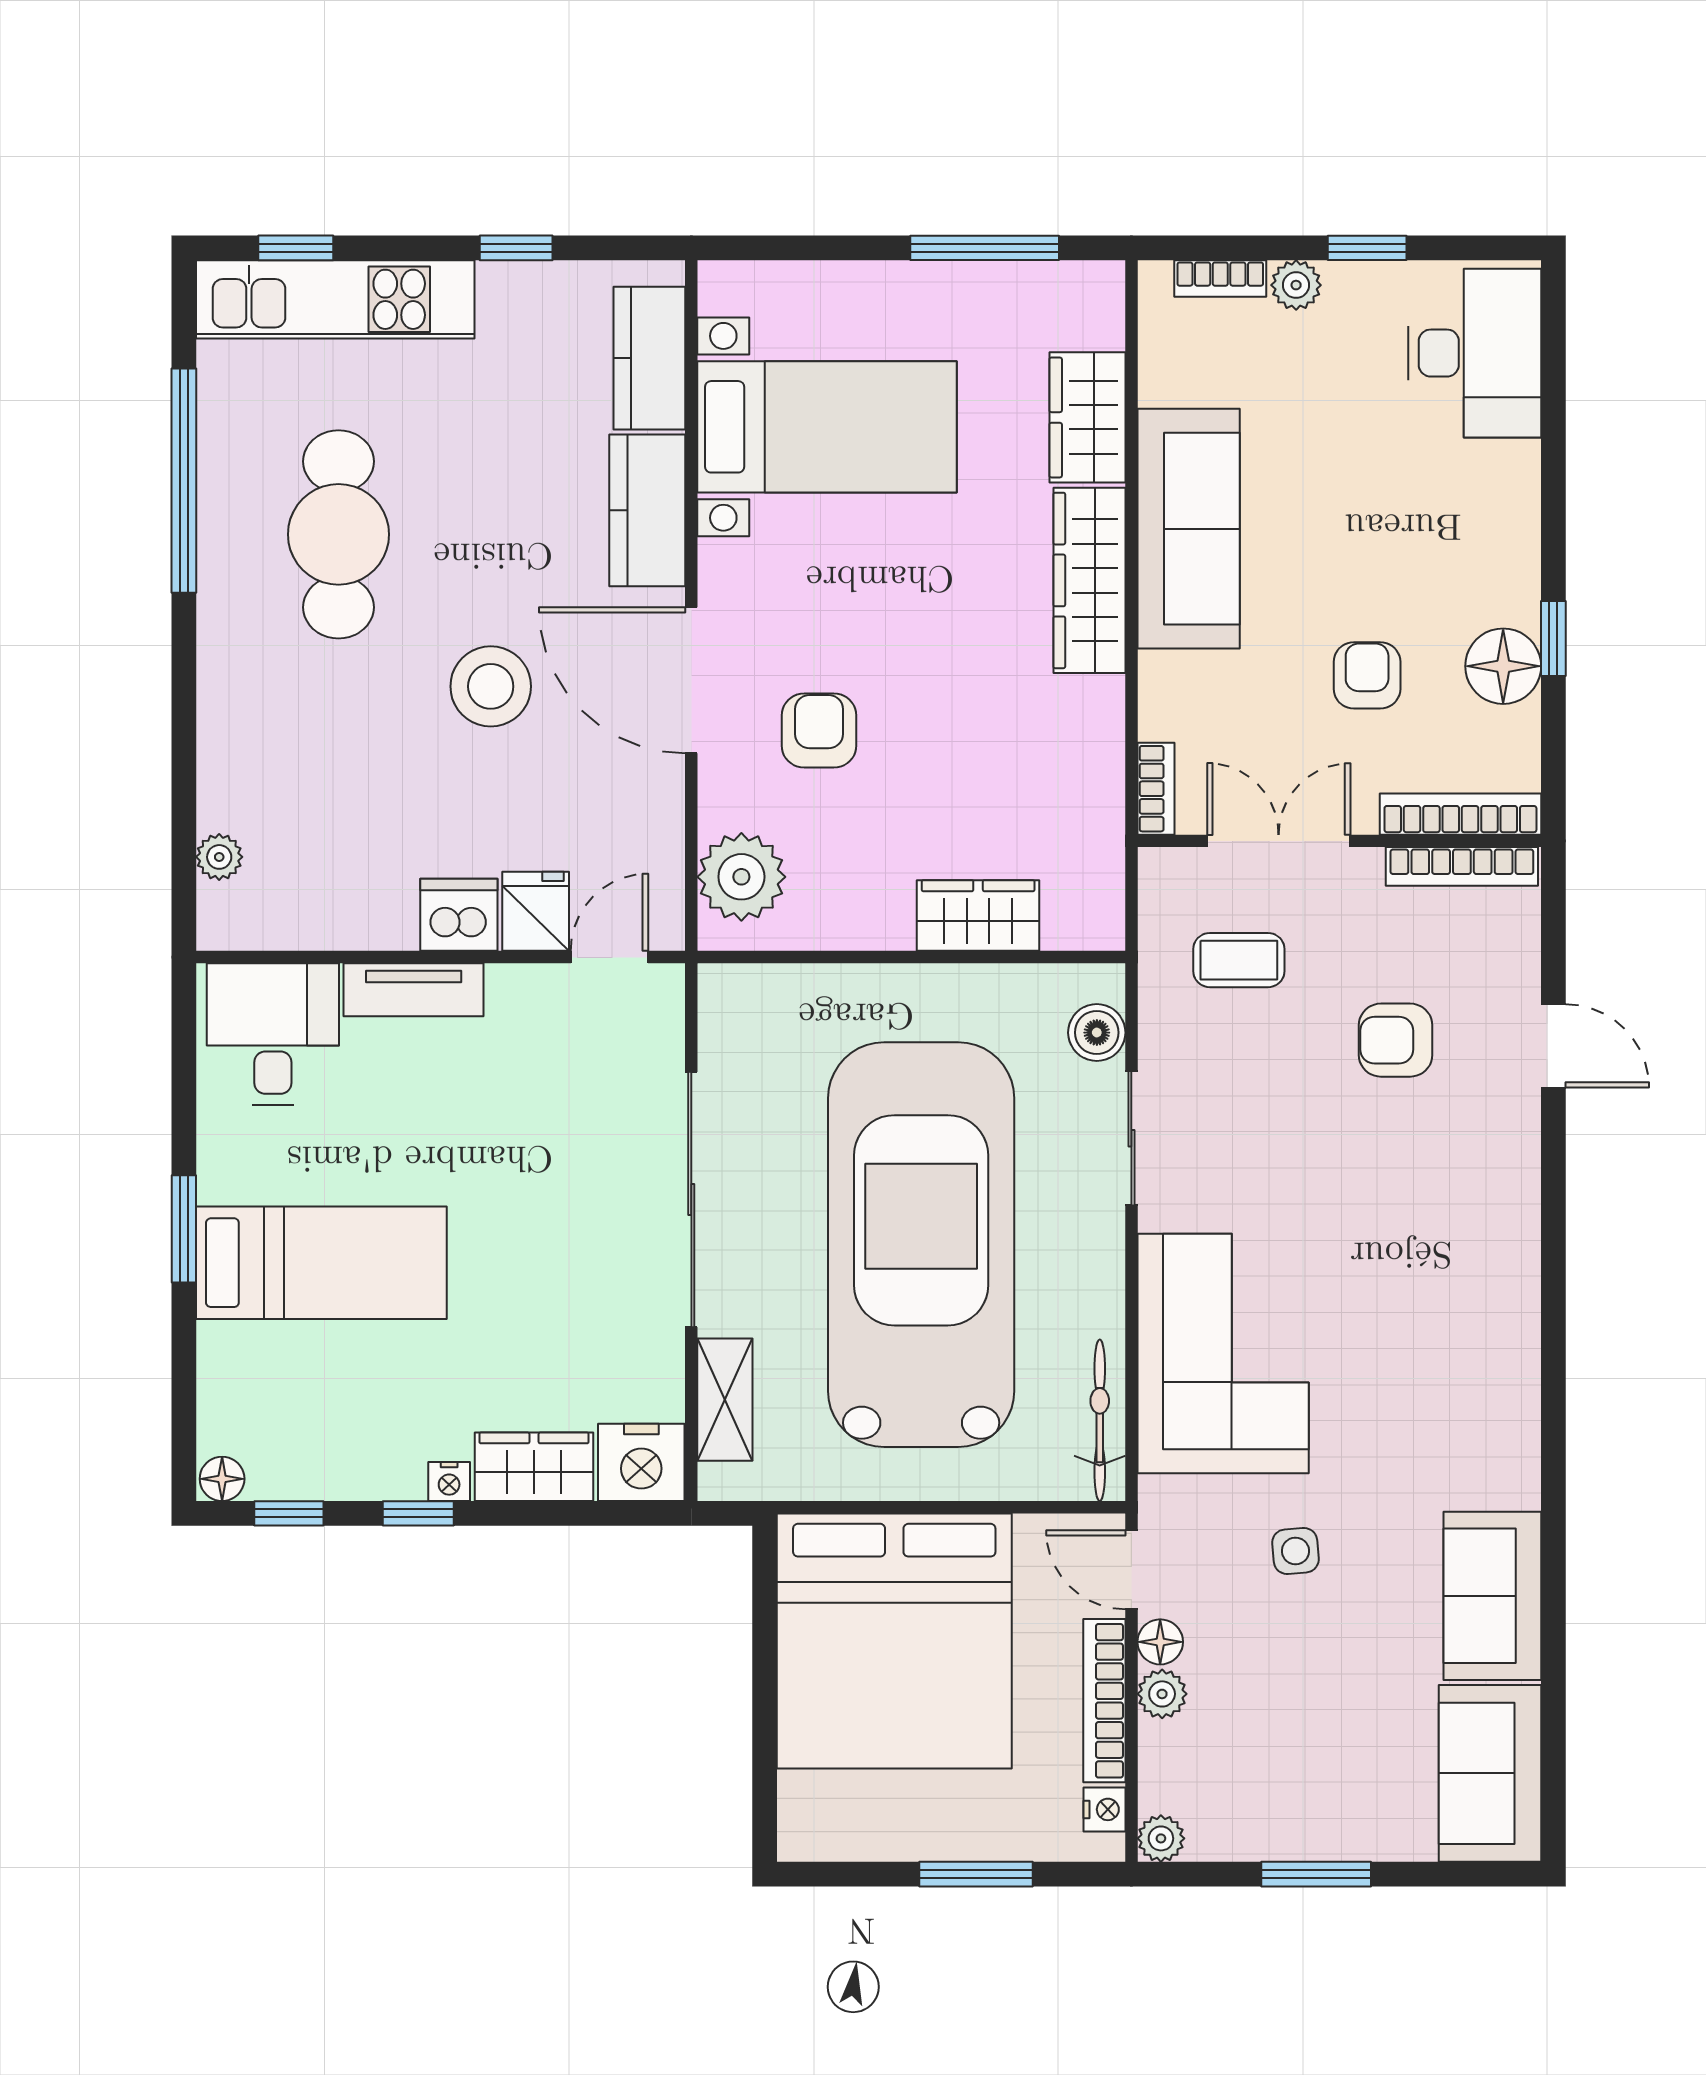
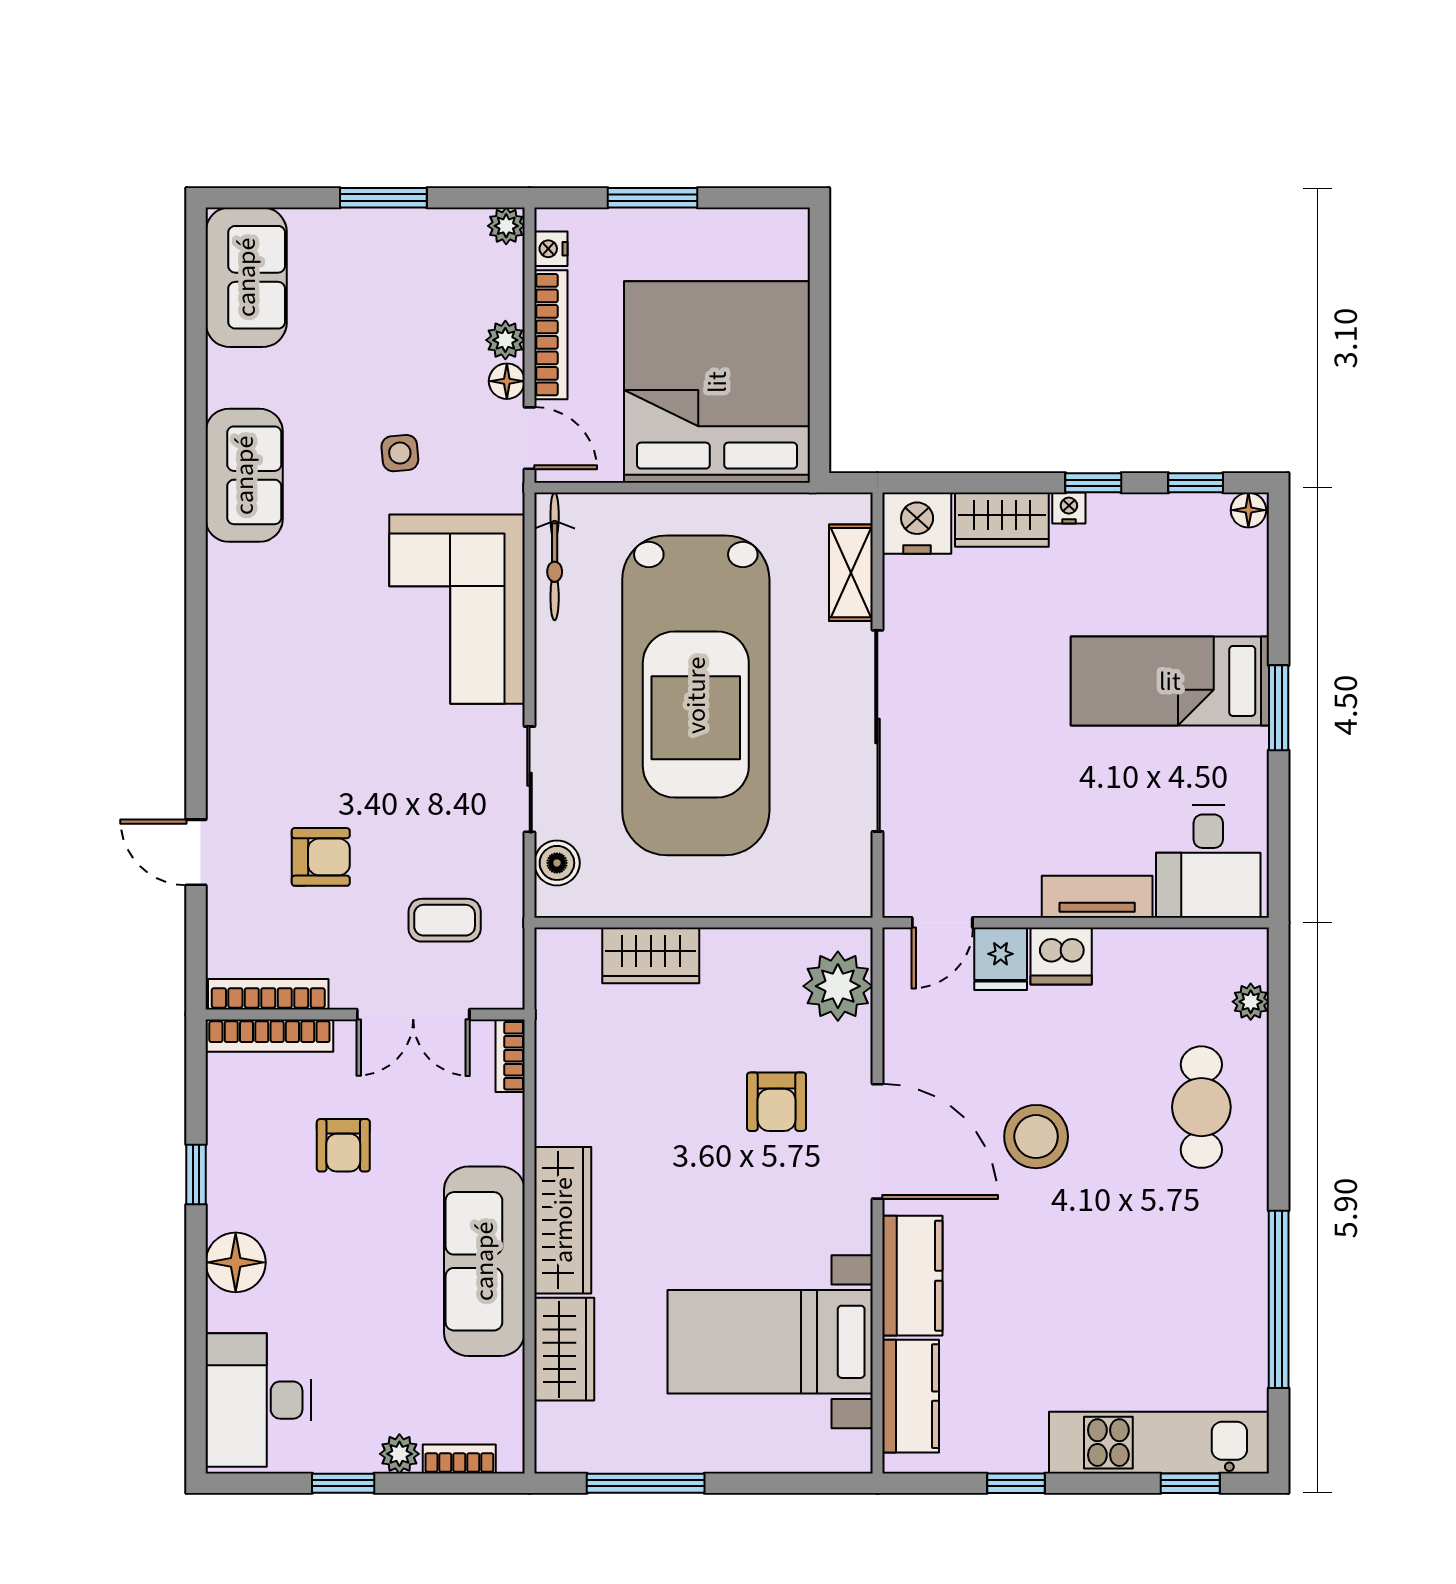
cafe table: (338, 534) -> (1201, 1107), moved, width x0.73, depth x0.74
floor lamp: (1503, 666) -> (236, 1262), moved
sofa: (1492, 1596) -> (244, 475), moved

